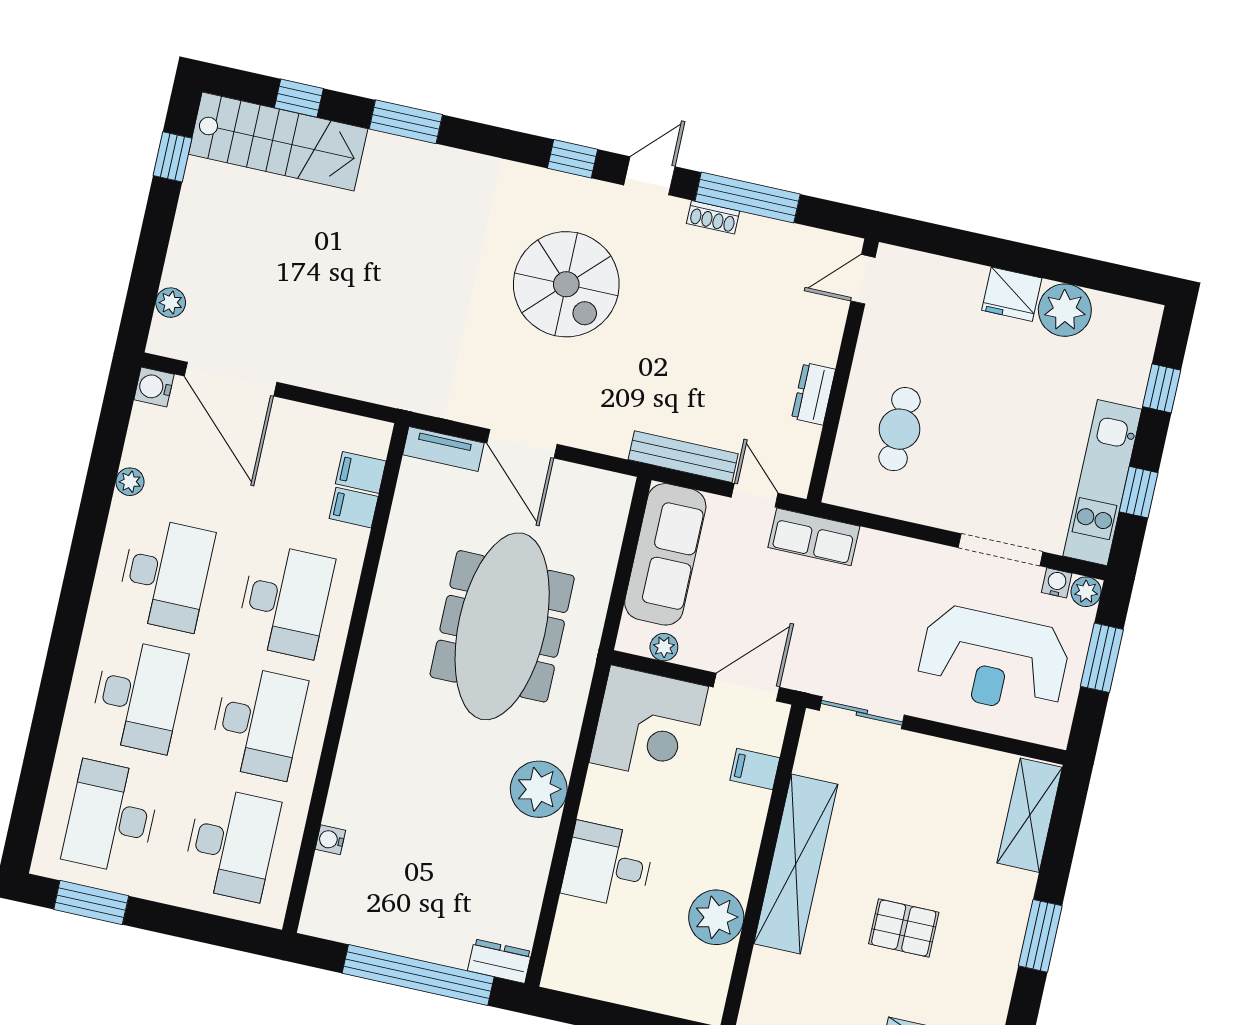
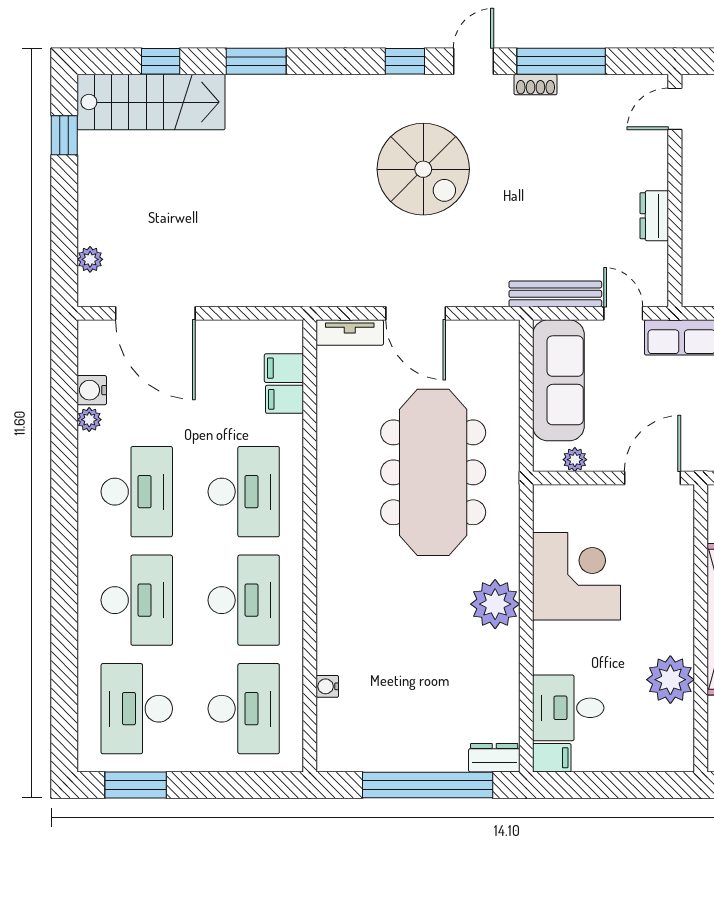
water cooler: (154, 387) -> (92, 390), moved
corner desk: (649, 725) -> (576, 576), moved, turned -90
filing cabinet: (755, 769) -> (552, 758), moved, turned 180
desk: (608, 865) -> (568, 708), moved

